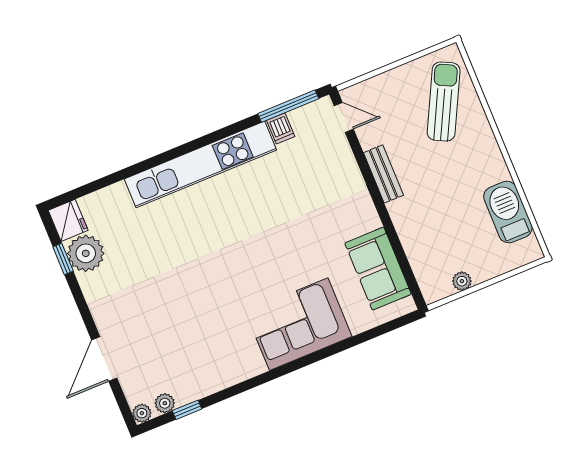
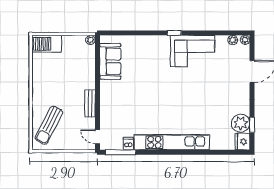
barbecue: (508, 212) -> (47, 44), moved, turned 90
plant: (462, 281) -> (90, 40), moved
corner sofa: (299, 324) -> (193, 51), moved
window: (187, 410) -> (174, 33), moved

